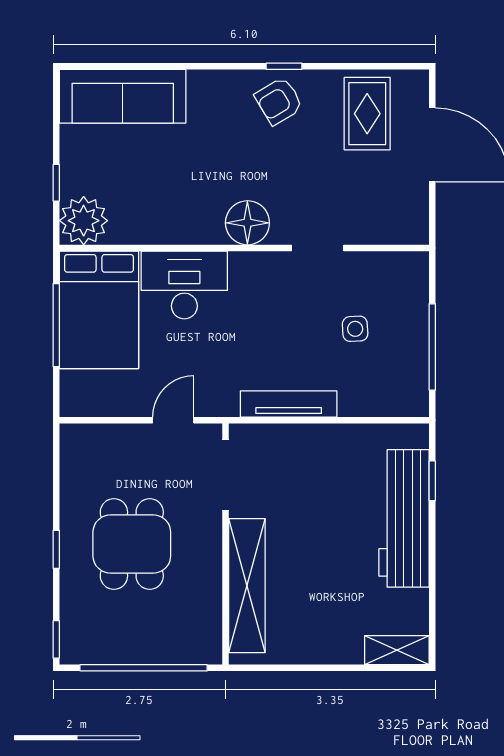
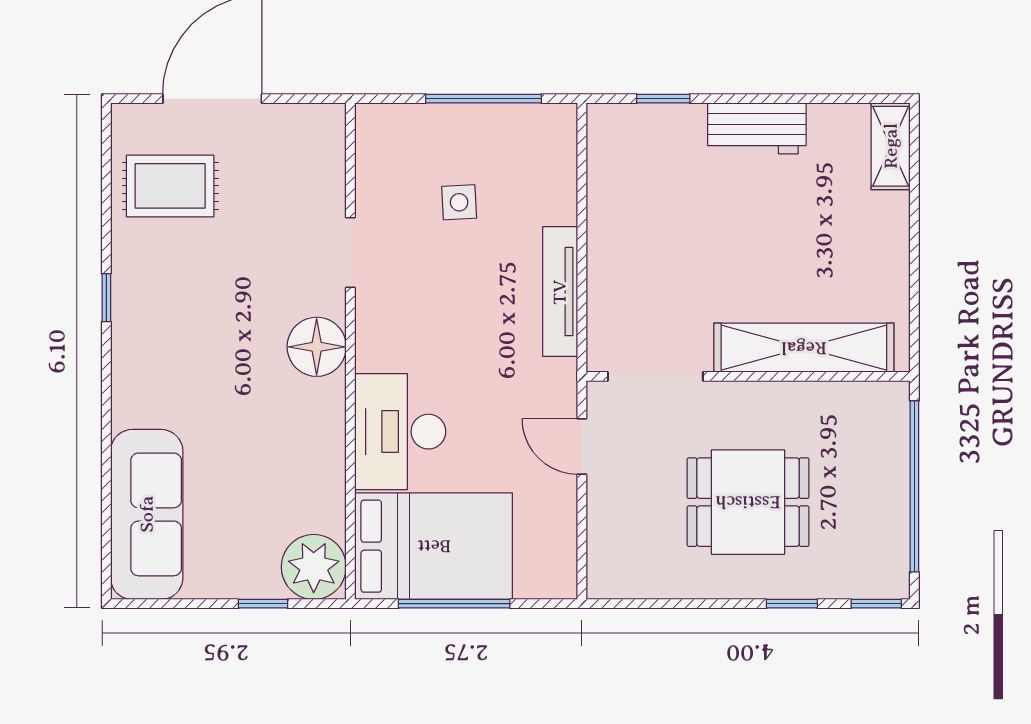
armchair: (279, 101) -> (153, 305), removed
workbench: (404, 518) -> (757, 128), width x0.53, depth x0.76
window: (56, 549) -> (792, 604), moved

